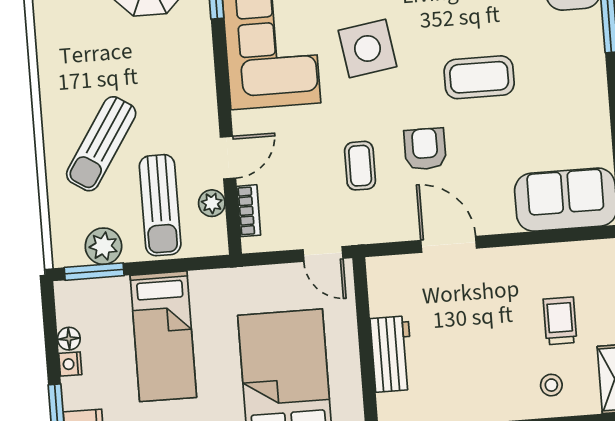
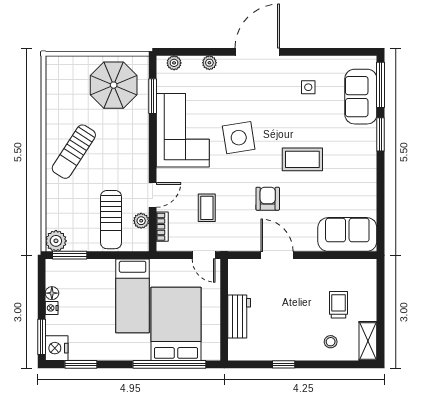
sun lounger: (101, 144) -> (74, 152), moved
coffee table: (360, 166) -> (207, 208), moved
plant: (103, 246) -> (56, 241), moved
bed: (163, 336) -> (133, 296), moved

